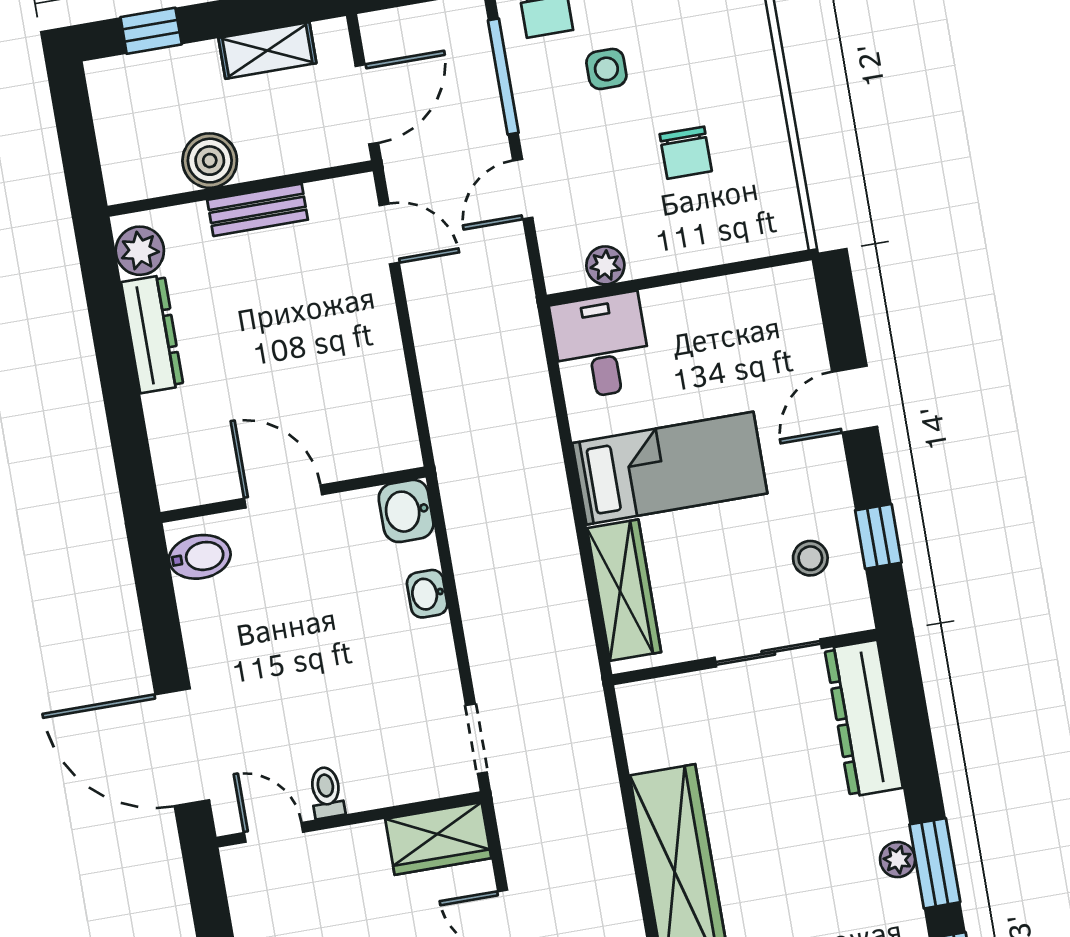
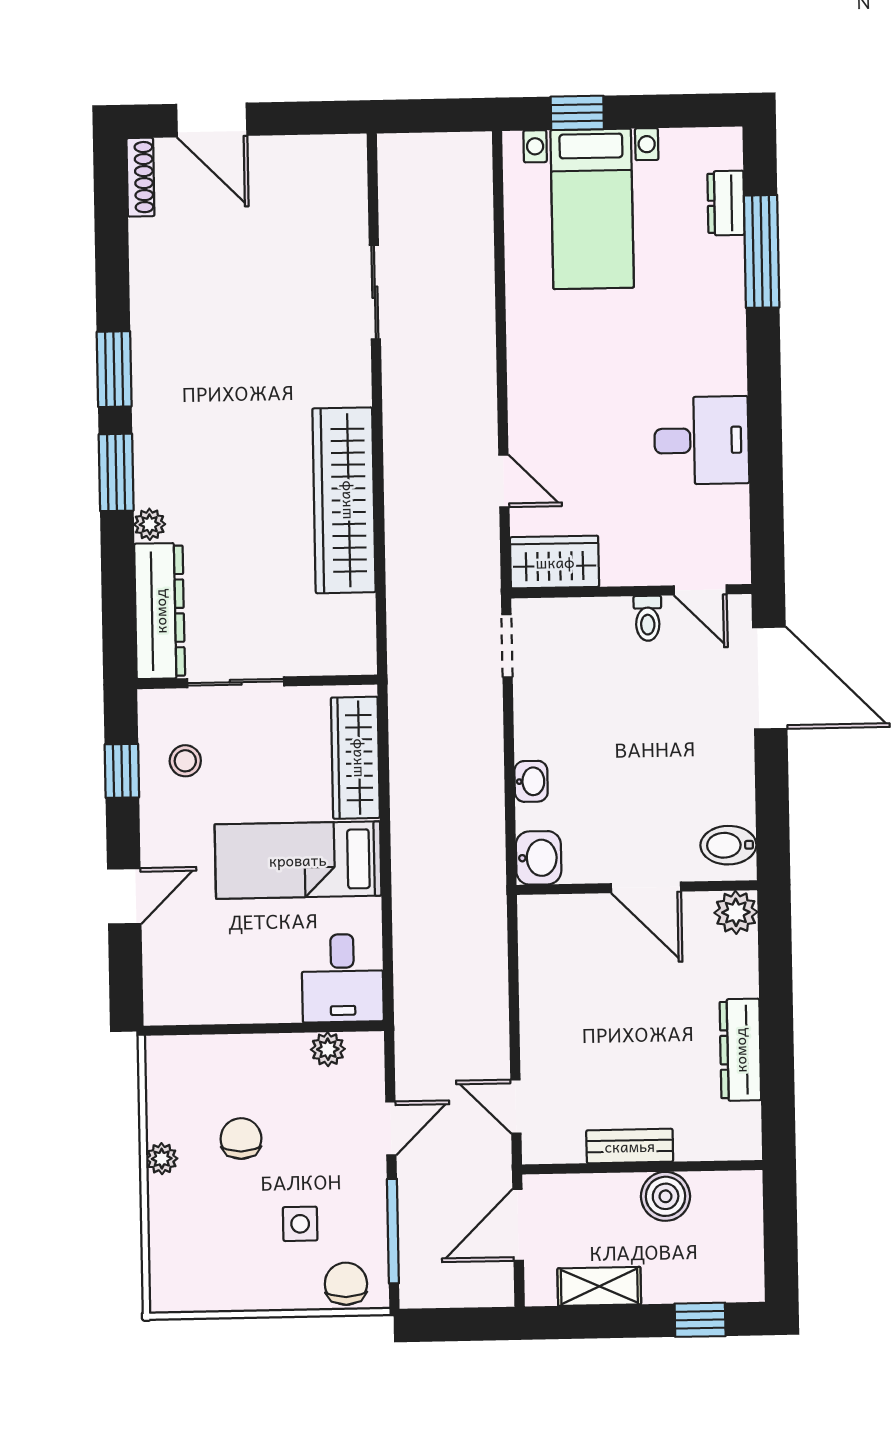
plant: (769, 117) -> (162, 1159), added
plant: (140, 251) -> (736, 912), moved
plant: (898, 860) -> (150, 524), moved

